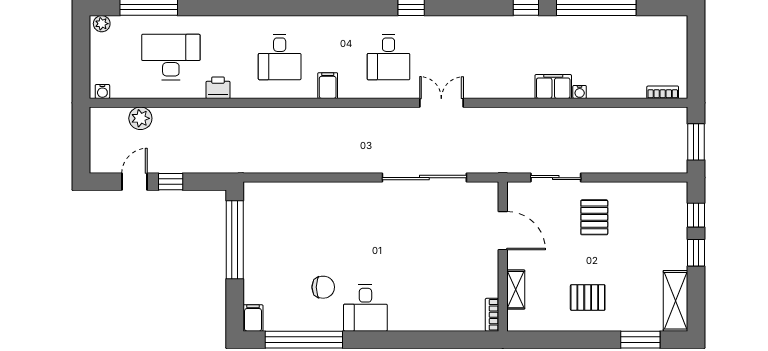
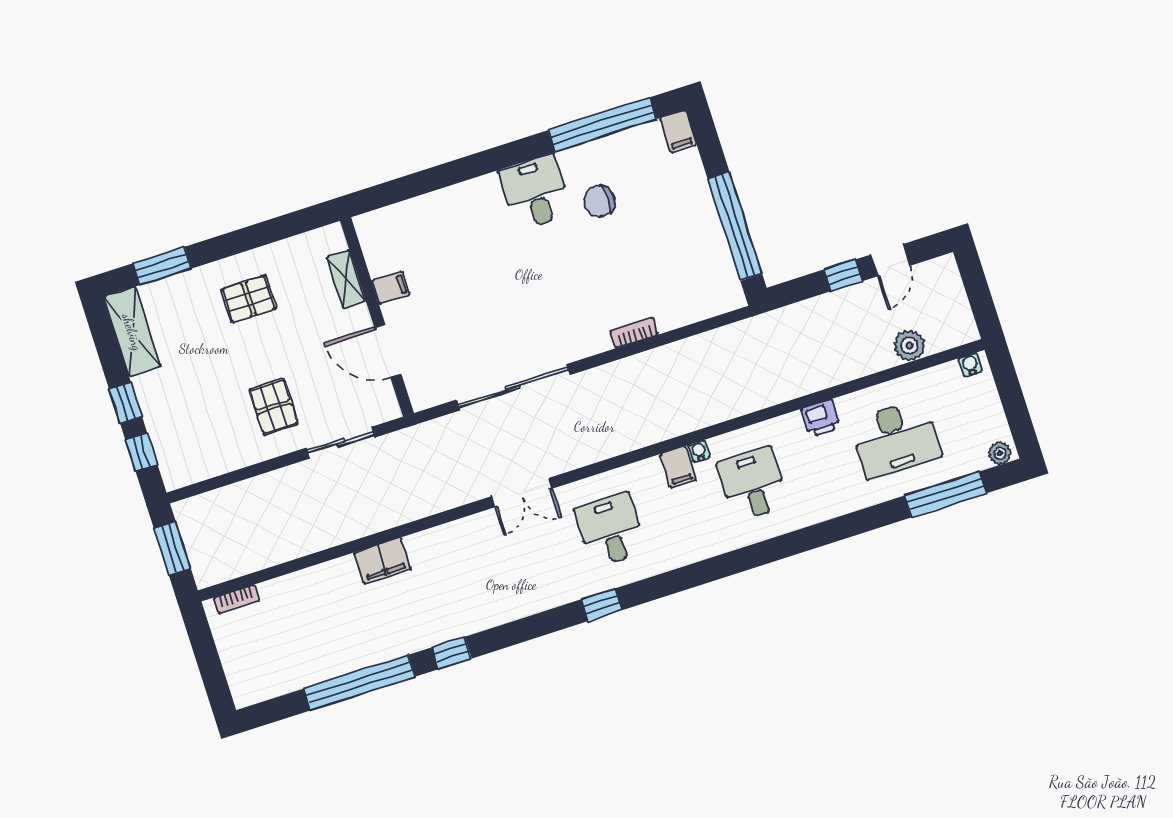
water cooler: (580, 92) -> (699, 451), moved
filing cabinet: (487, 274) -> (391, 288), added
bookcase: (492, 315) -> (634, 333), moved, turned -90

